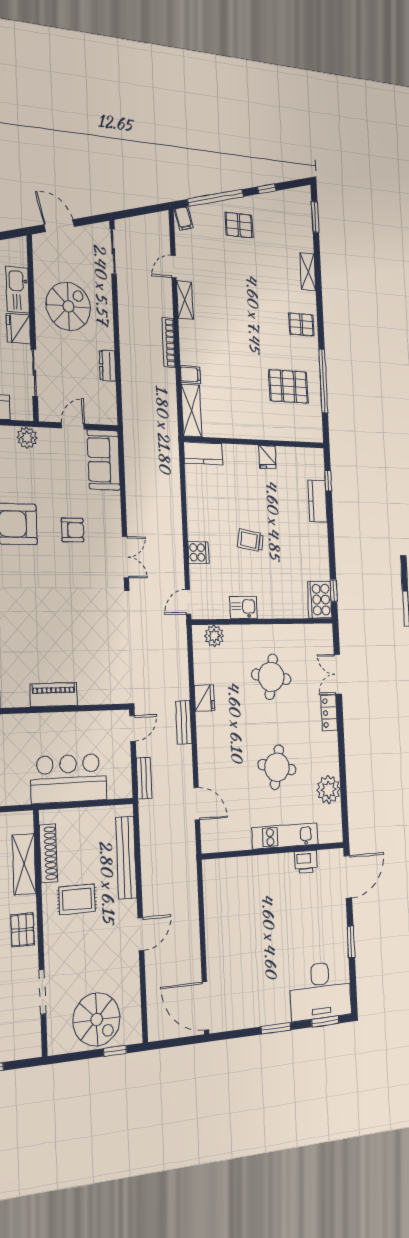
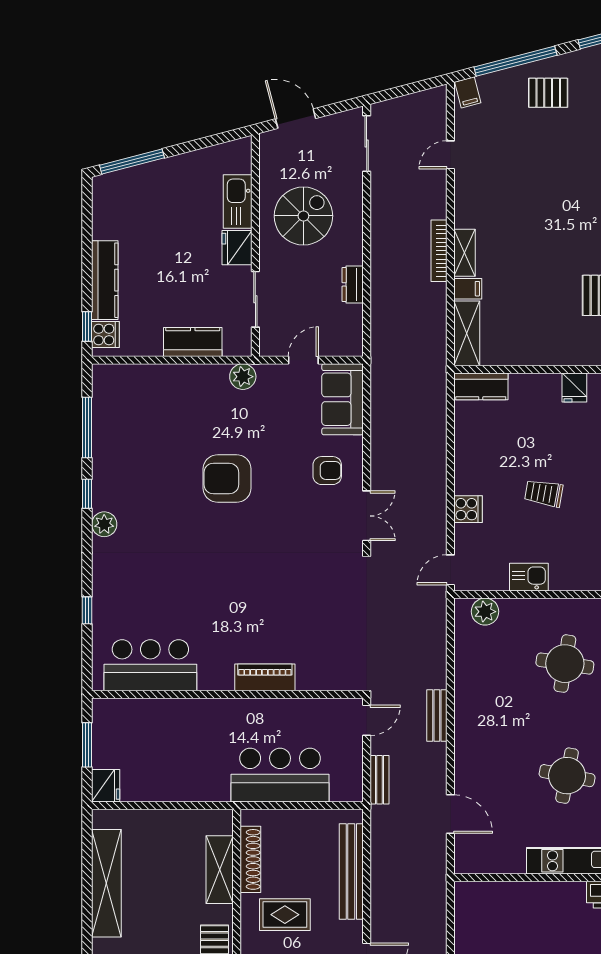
shelving: (185, 300) -> (464, 253), moved
armchair: (73, 530) -> (327, 471), moved
fridge: (204, 698) -> (467, 687), removed

